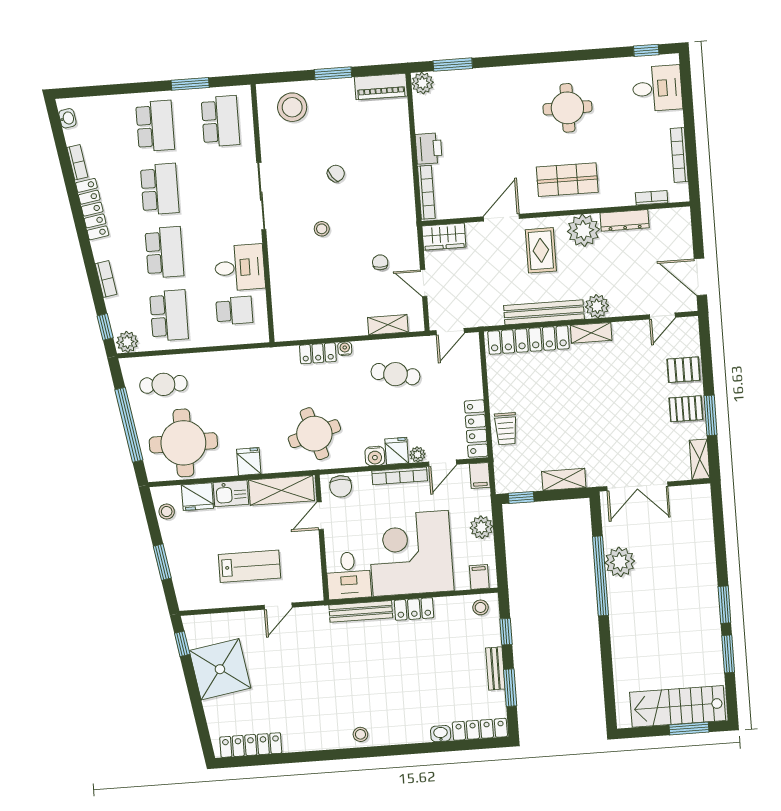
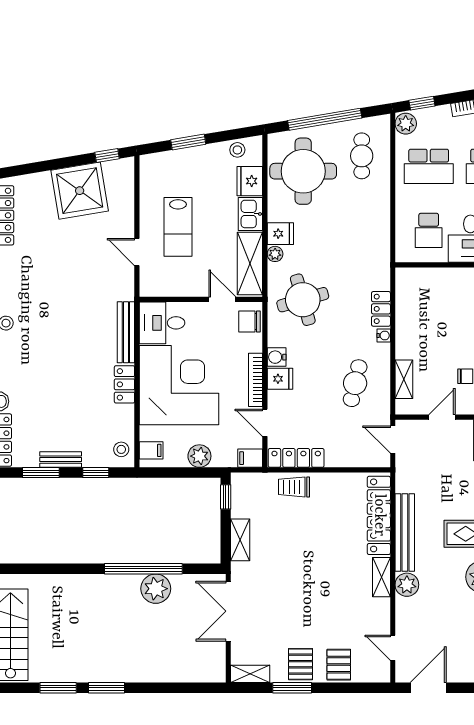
plant: (417, 455) -> (275, 254), moved

